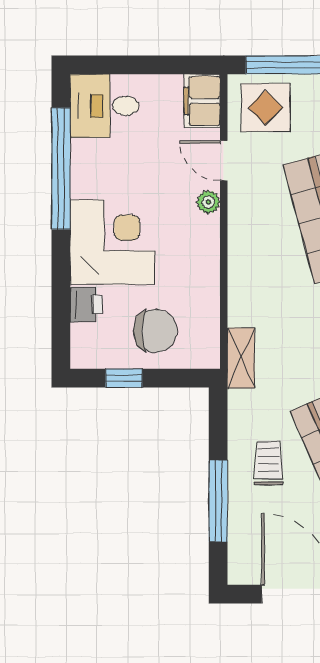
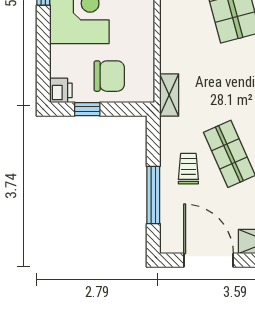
printer: (86, 305) -> (61, 90), moved

